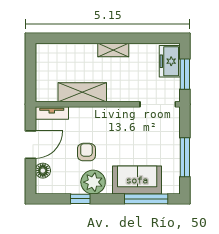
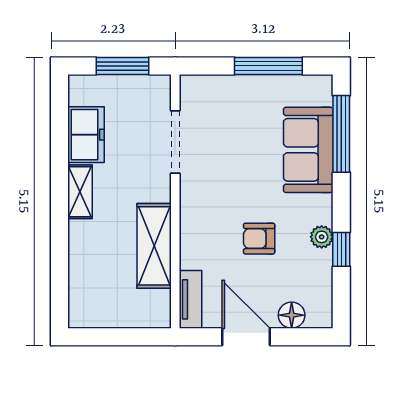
freezer: (170, 61) -> (86, 135), moved, turned -90
doorway: (158, 104) -> (175, 142), moved
plant: (93, 182) -> (322, 237), width x0.53, depth x0.53

